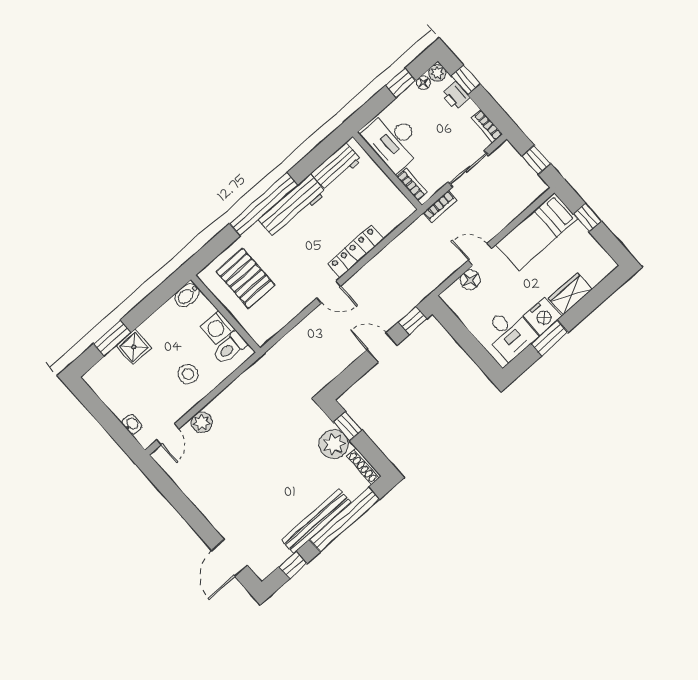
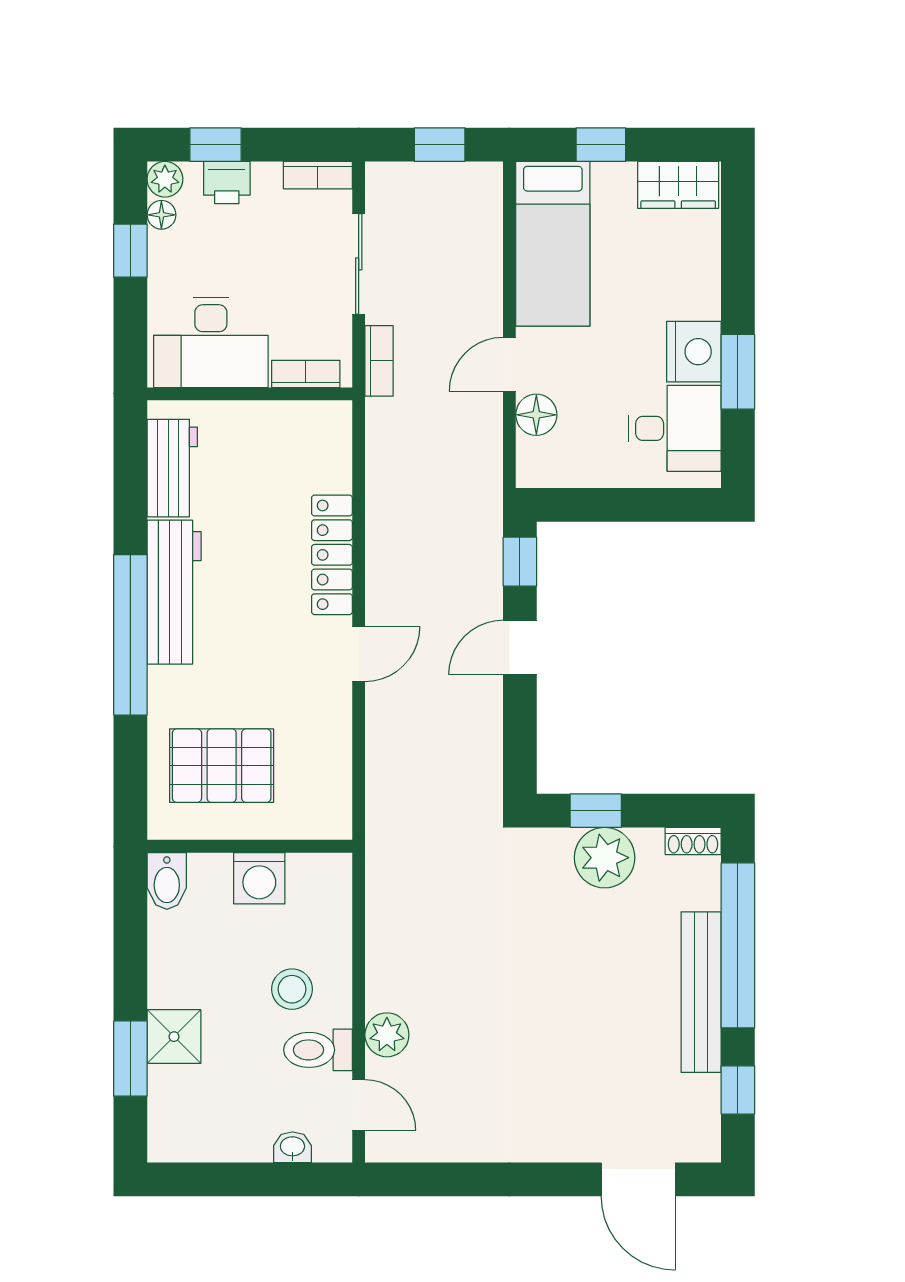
wardrobe: (570, 294) -> (678, 185), moved, turned -90
toilet: (230, 348) -> (318, 1050), moved, turned 90
shoe rack: (364, 466) -> (693, 841), width x0.70

